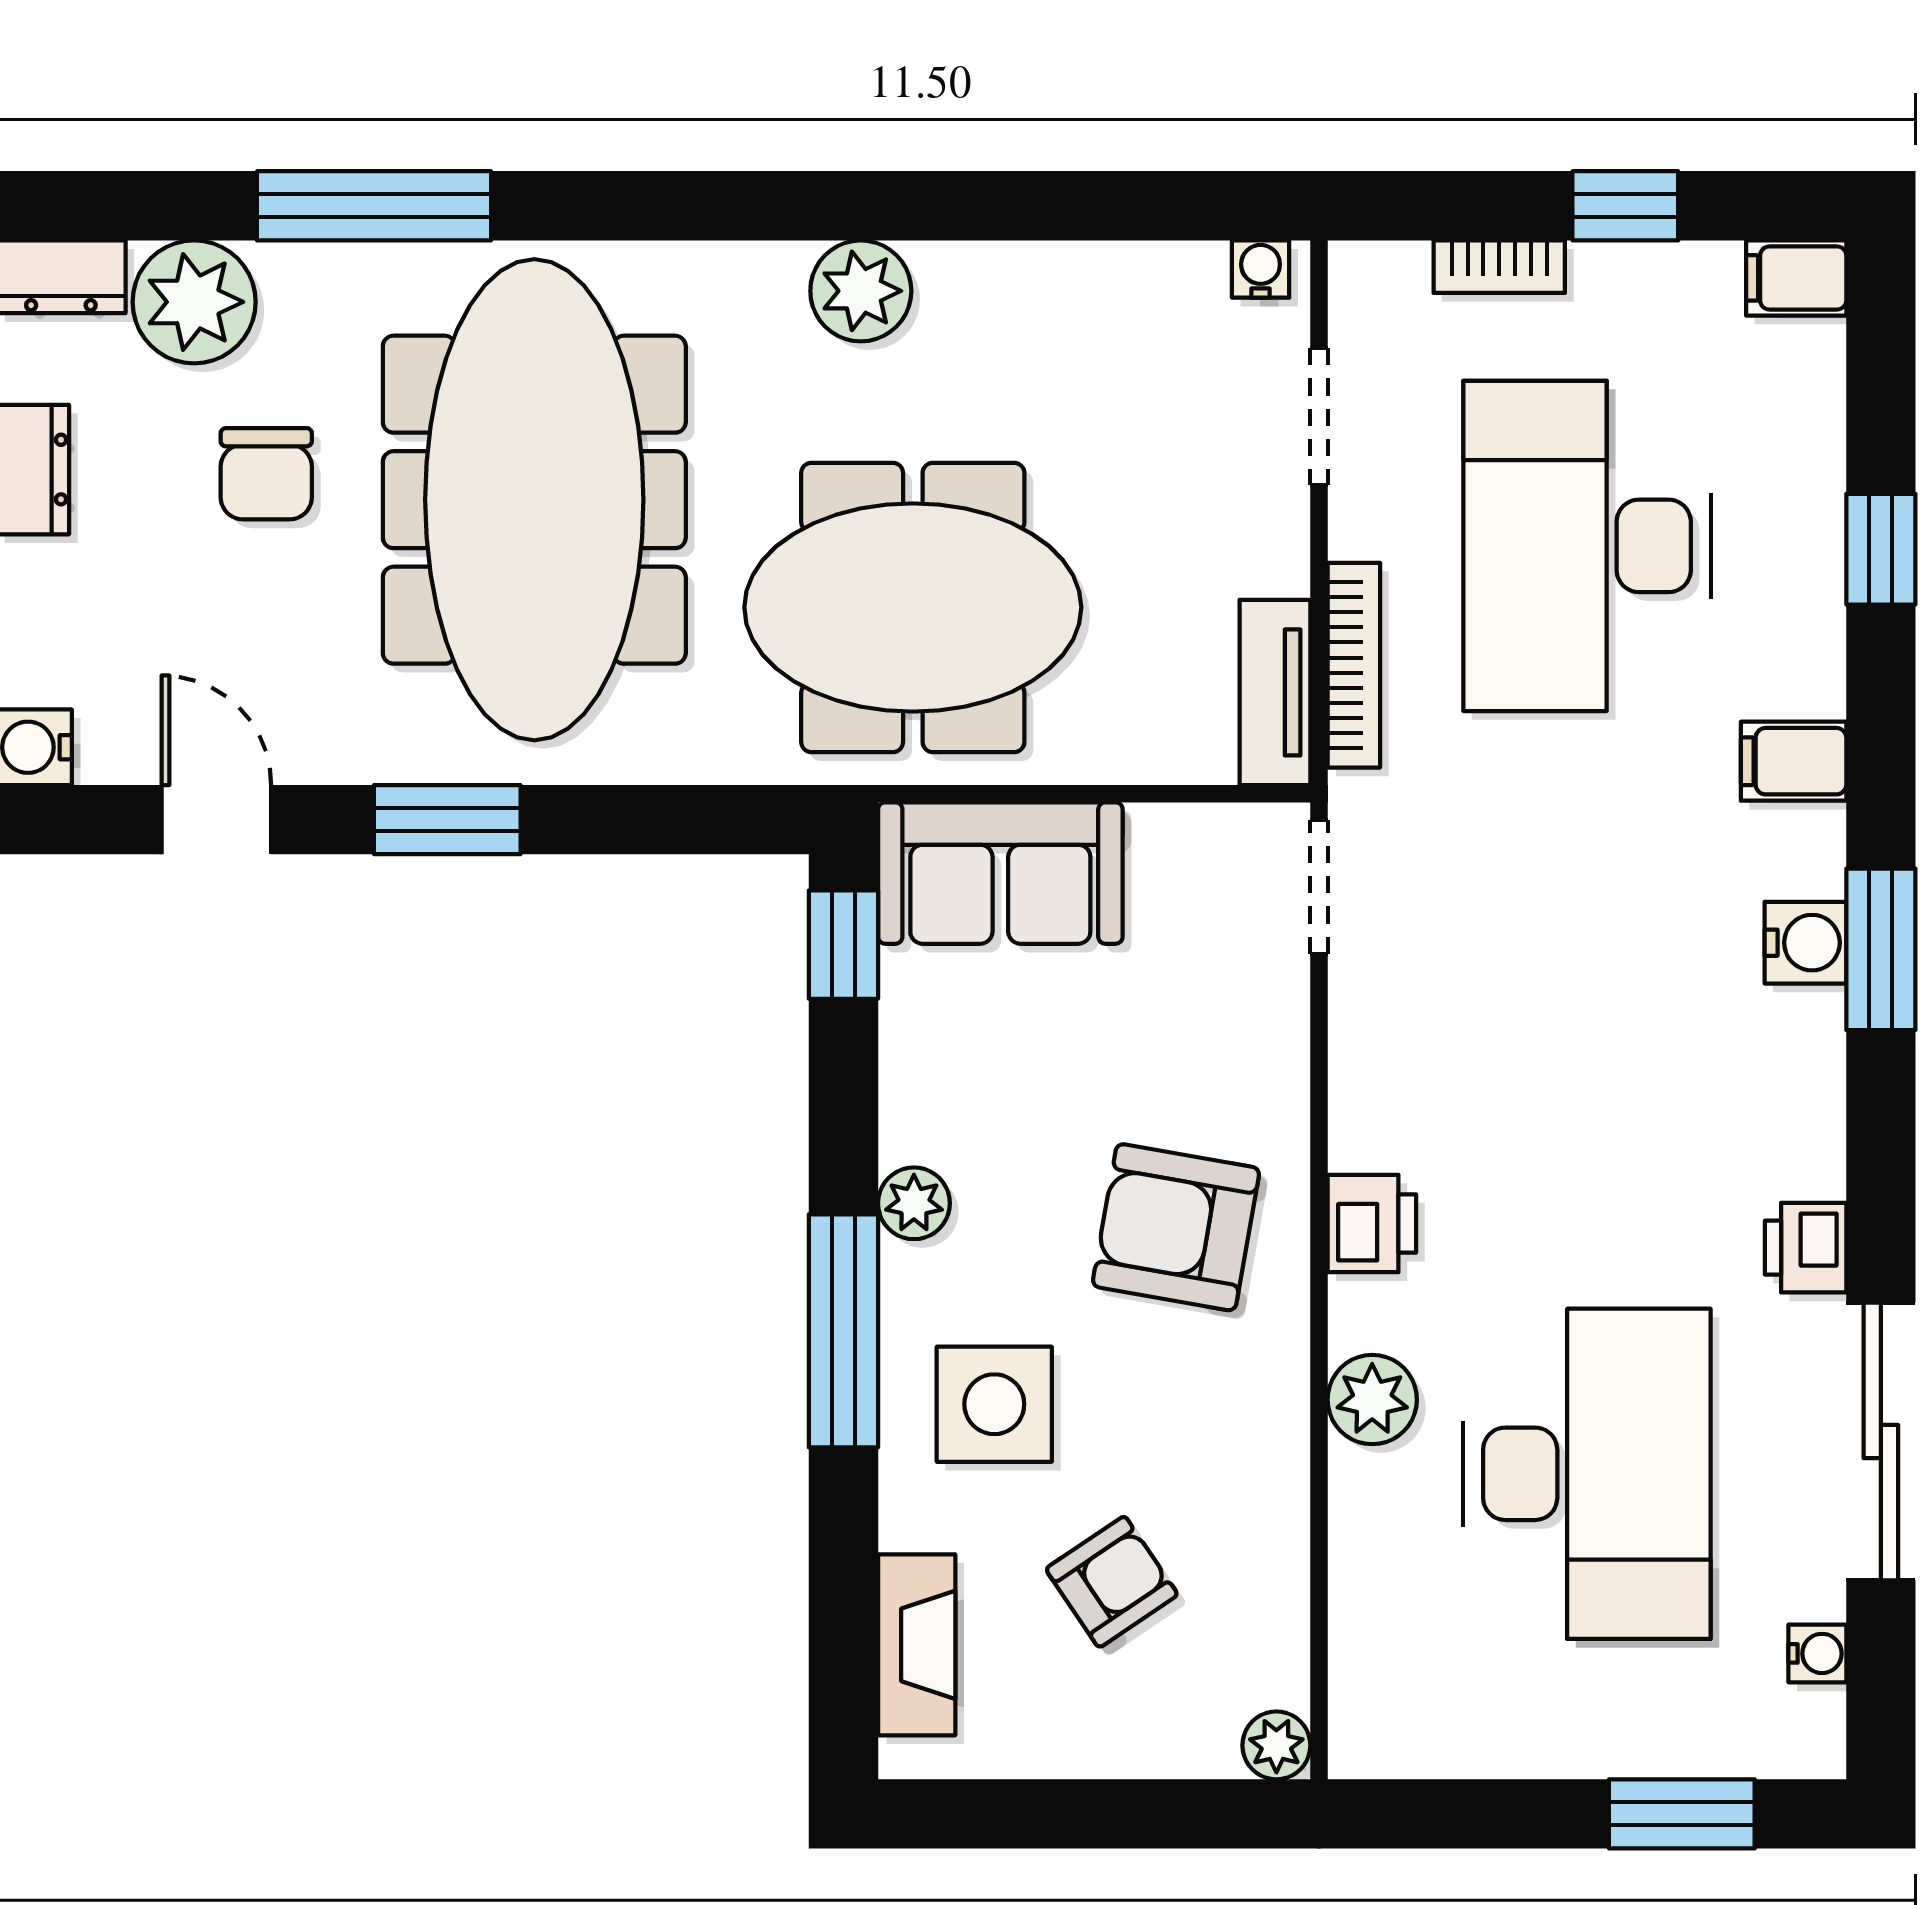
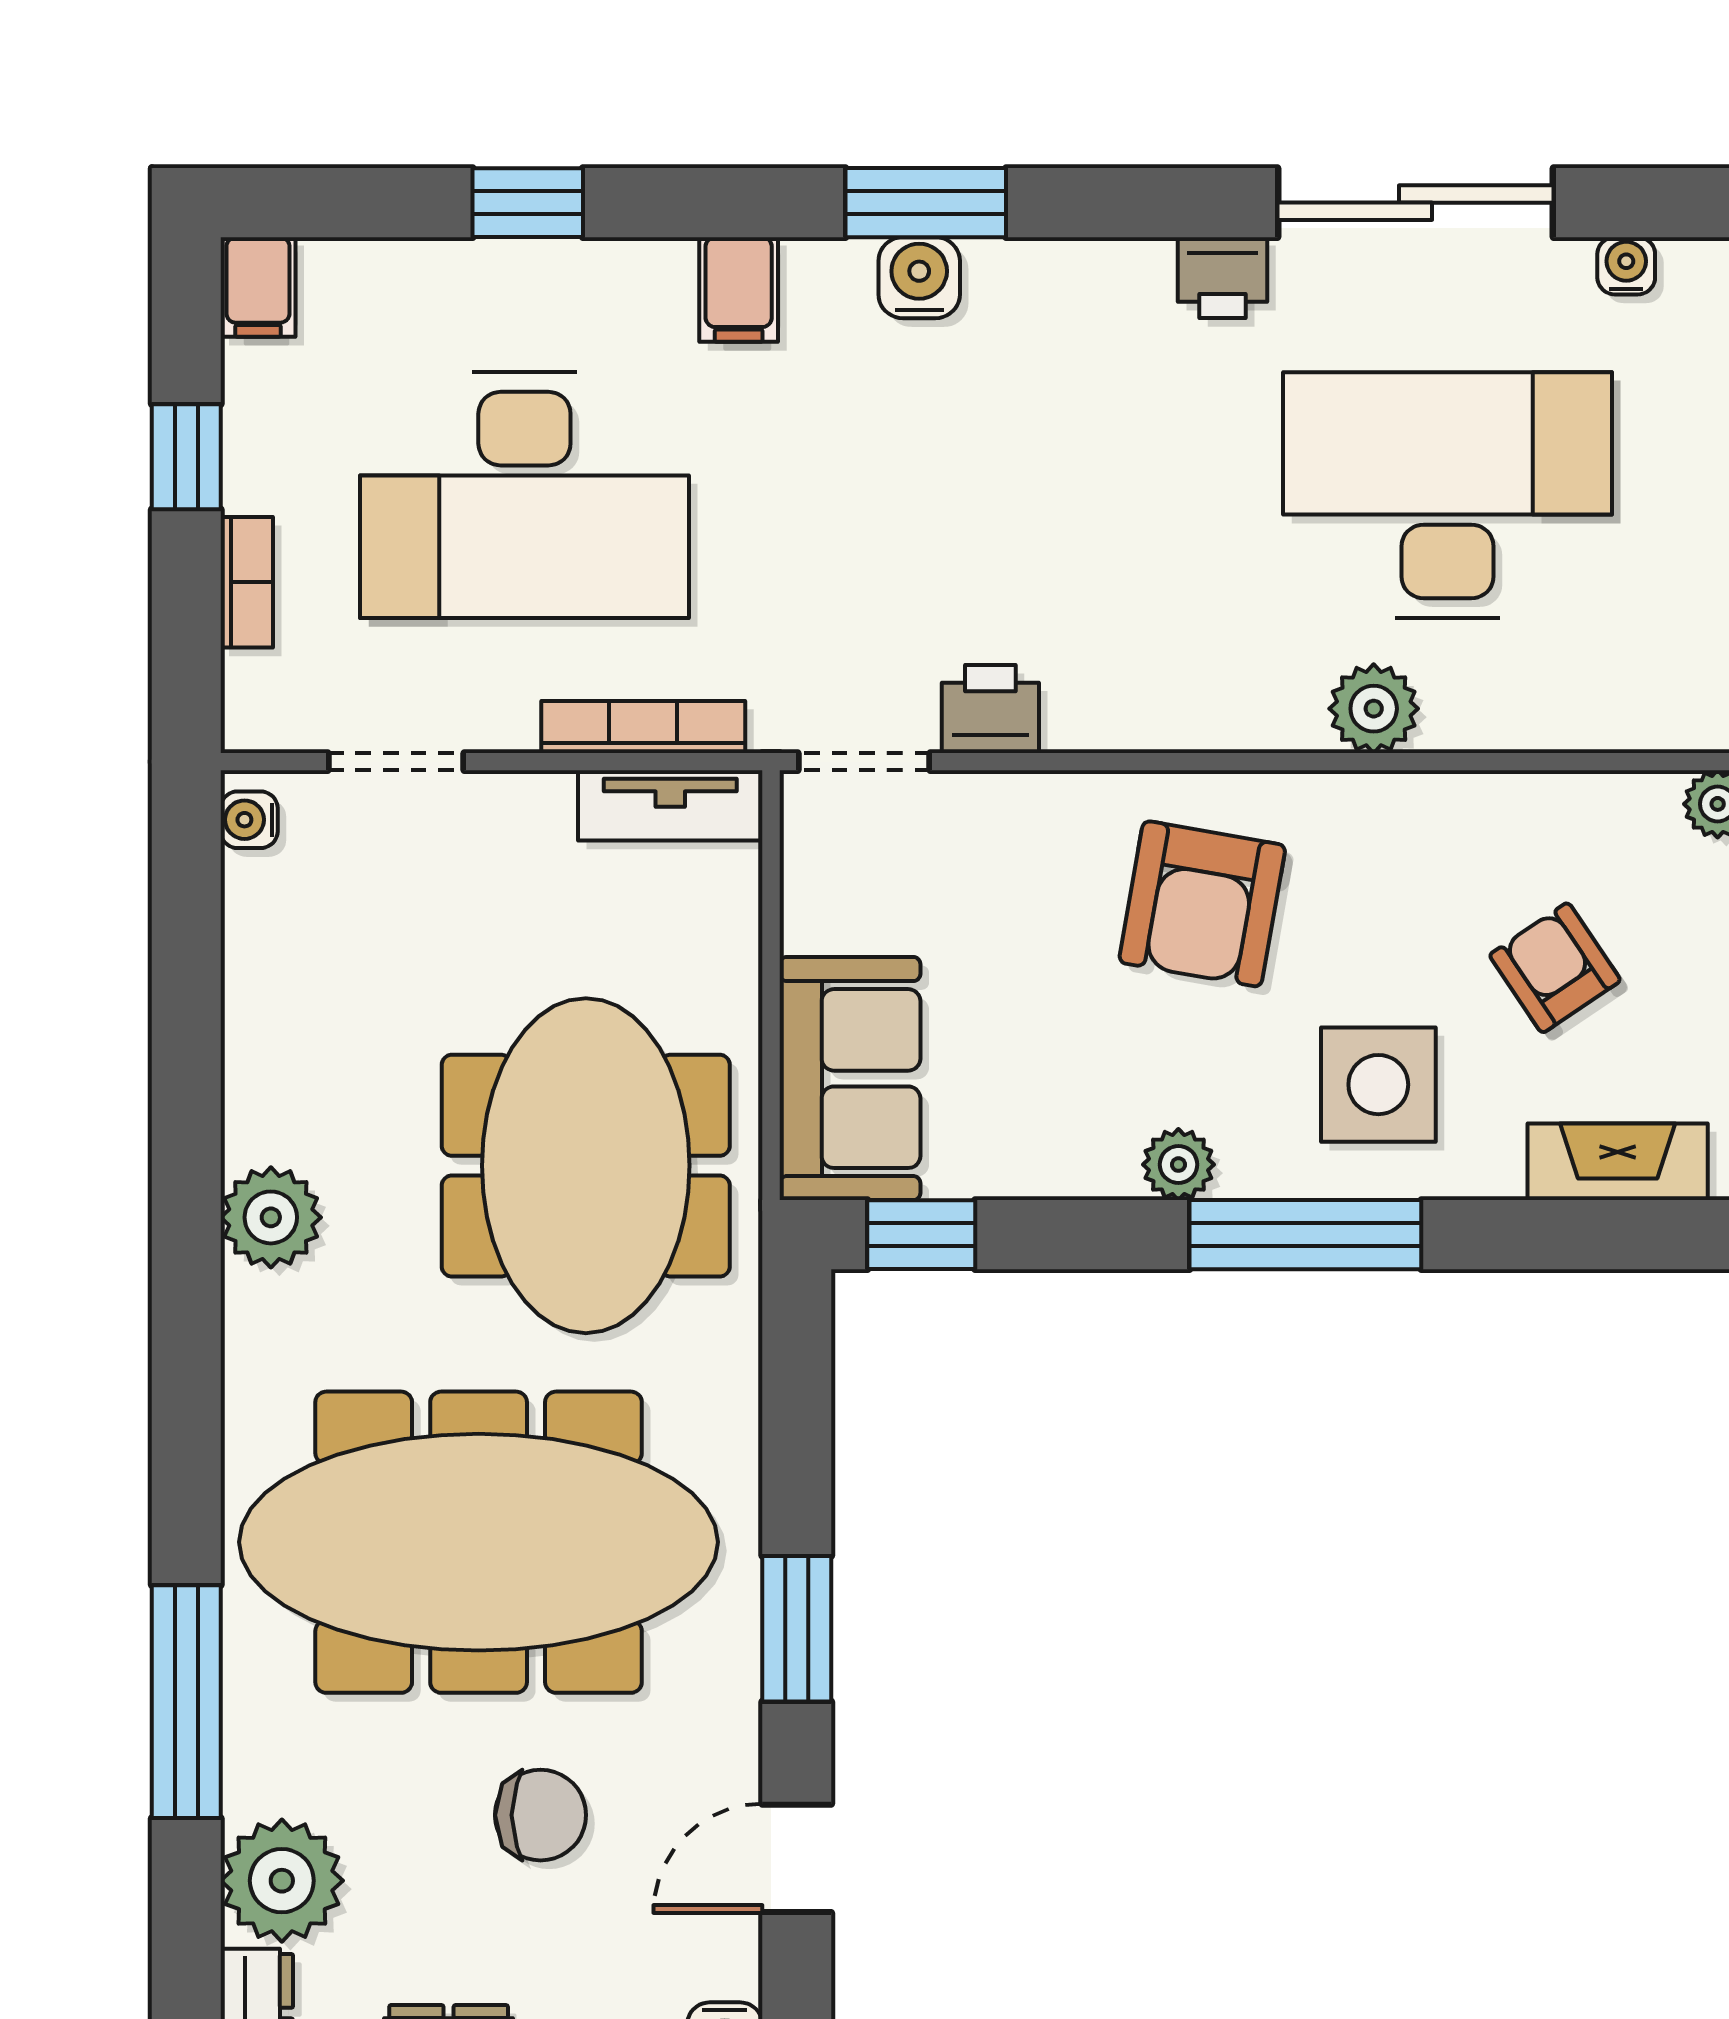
chair: (266, 474) -> (541, 1815), moved
printer: (1372, 1223) -> (990, 709), moved

